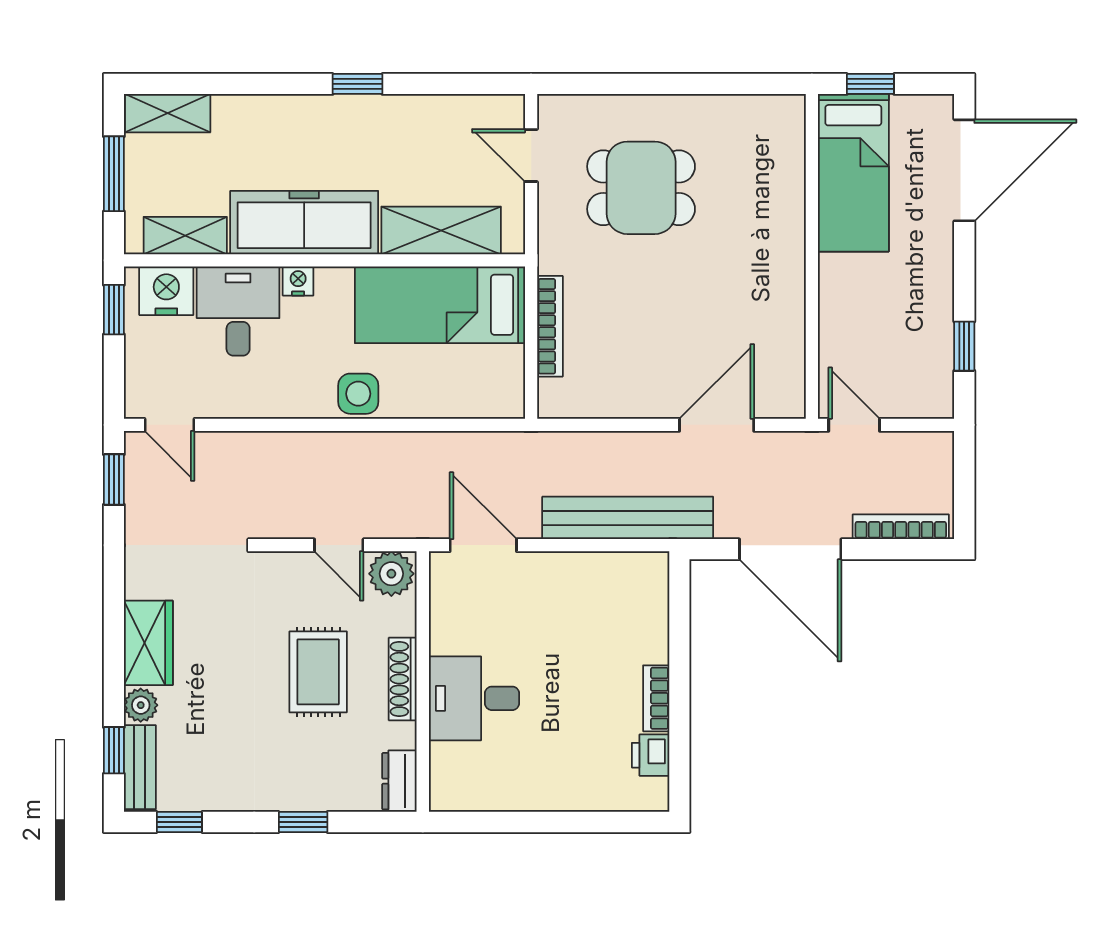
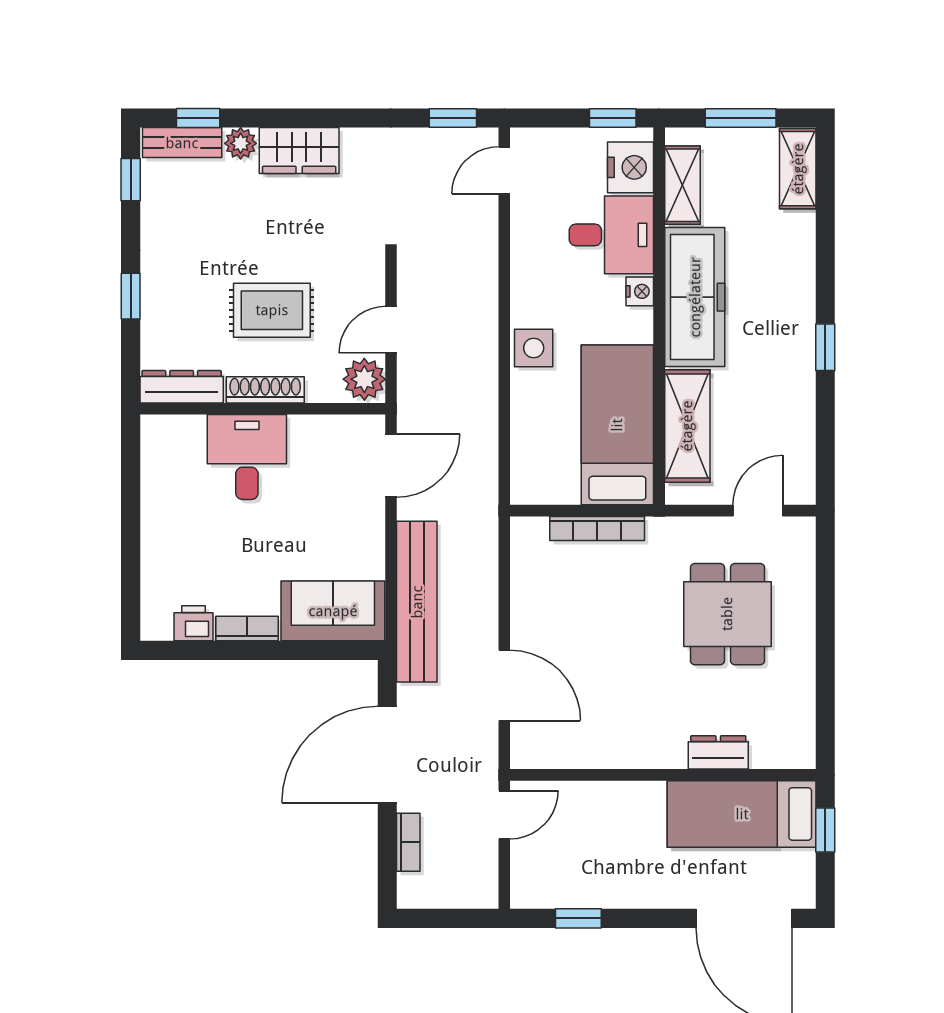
dresser: (788, 198) -> (718, 752), added
bookcase: (901, 527) -> (408, 842), width x0.64
sofa: (638, 607) -> (333, 611), added
dresser: (399, 781) -> (182, 387), width x1.44

